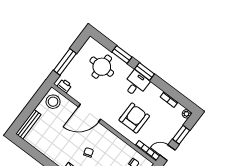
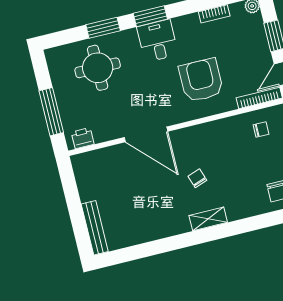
stool: (53, 102) -> (91, 171), removed
door: (89, 113) -> (146, 134), hinge flipped

